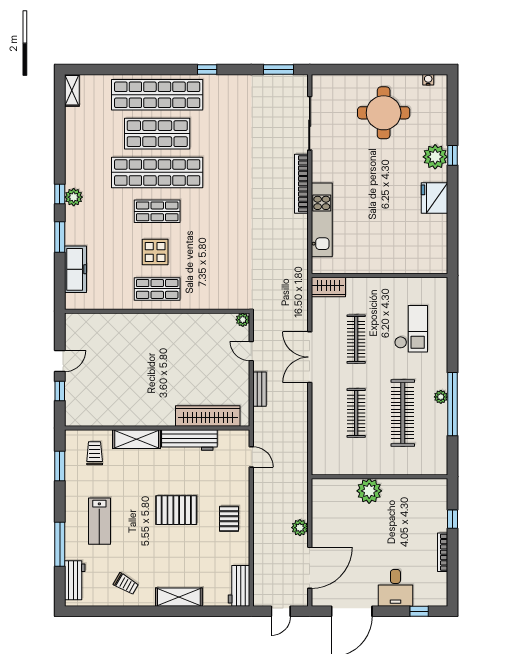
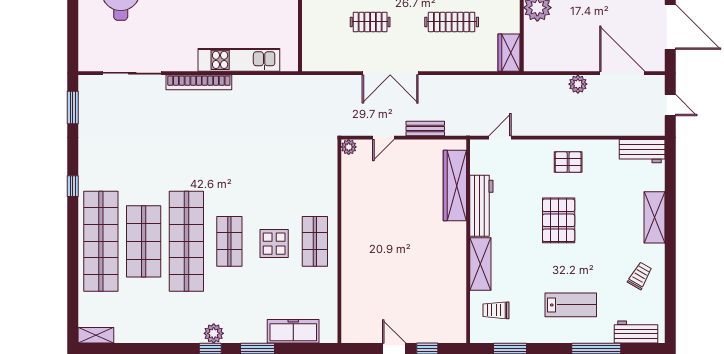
wardrobe: (328, 287) -> (509, 53), moved, turned 180
clothes rail: (356, 339) -> (370, 22), width x0.73

